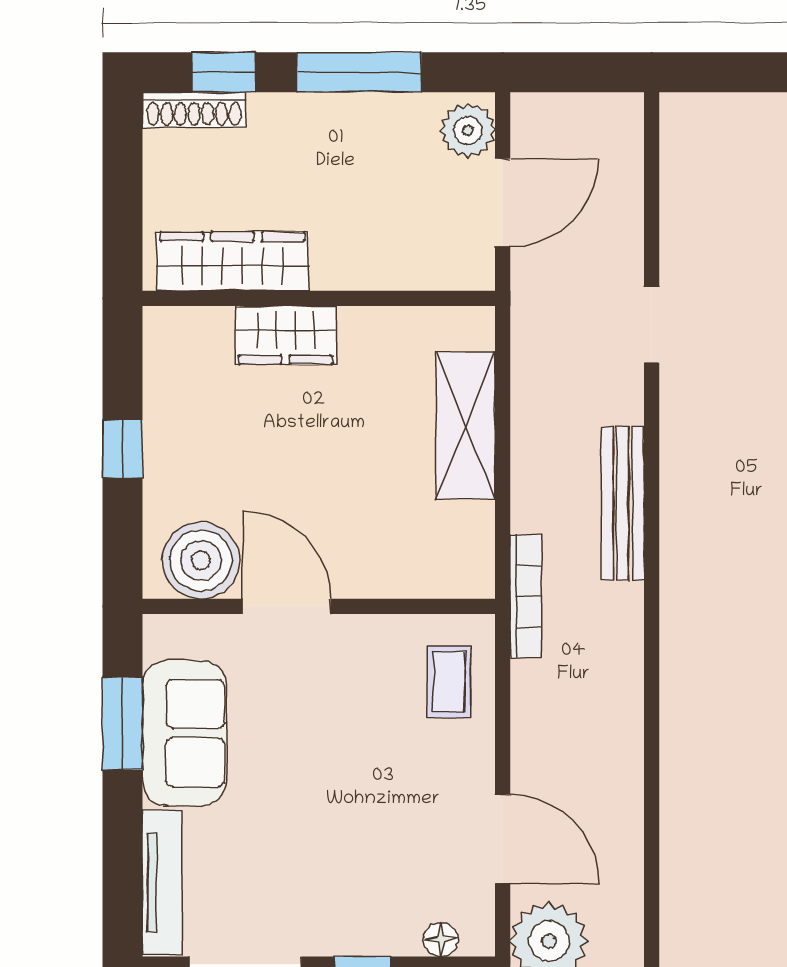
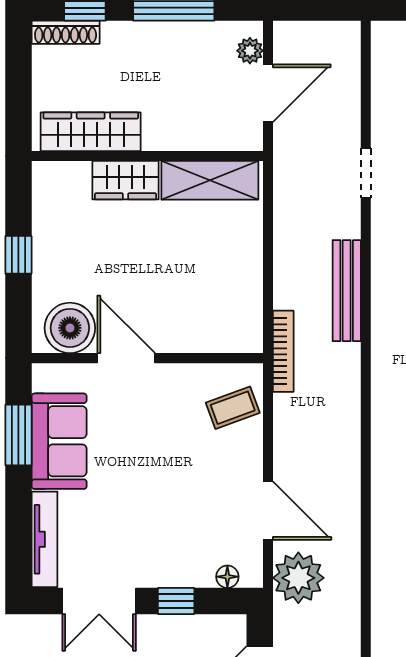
plant: (468, 130) -> (250, 51), width x0.73, depth x0.73
shelving: (466, 425) -> (210, 180), moved, turned 90
coffee table: (449, 682) -> (233, 408), turned 70

